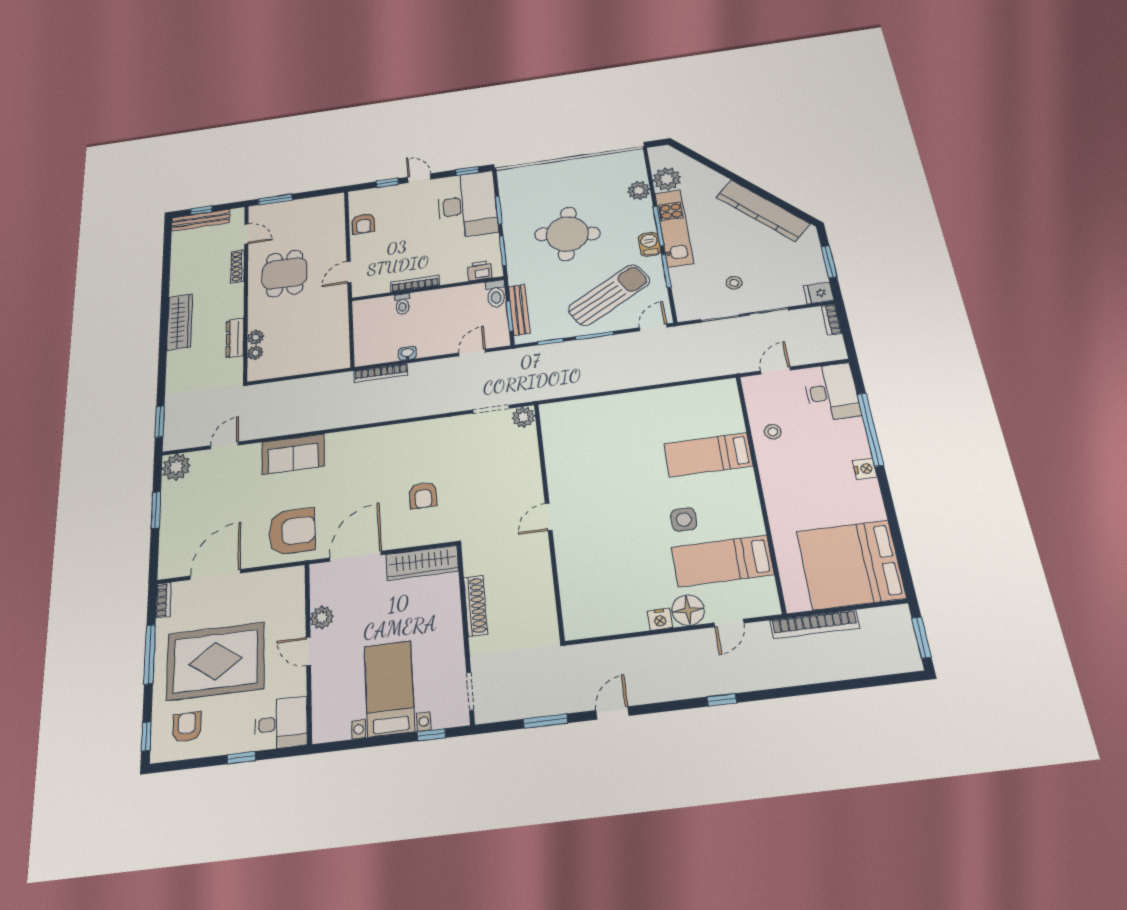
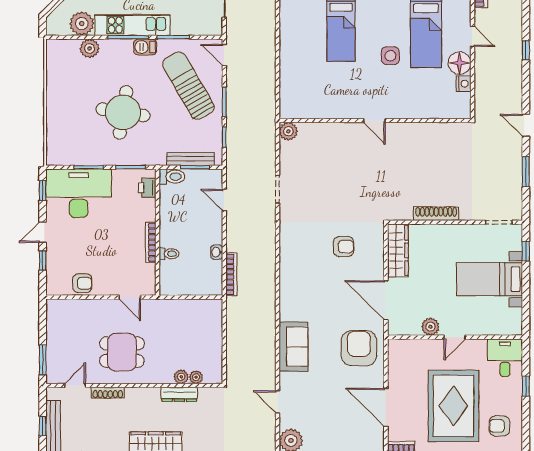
plant: (523, 417) -> (288, 131), moved
door: (549, 517) -> (374, 121), moved
wall: (549, 518) -> (375, 121), moved

